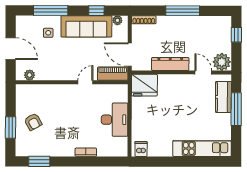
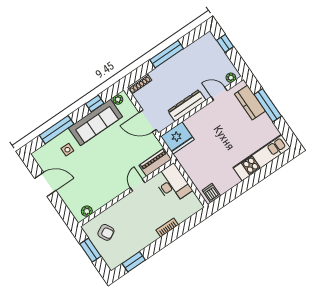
plant: (222, 62) -> (231, 78), width x0.53, depth x0.53
piano: (113, 74) -> (155, 162), moved
plant: (30, 75) -> (87, 211), moved
wall: (72, 82) -> (126, 193), moved
door: (85, 82) -> (137, 185), moved

